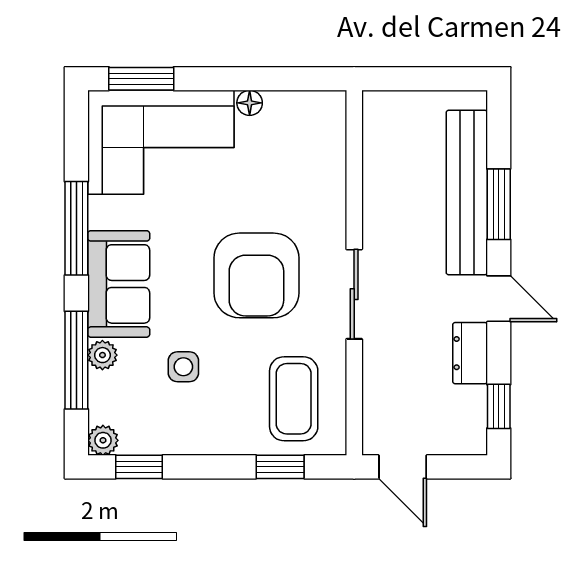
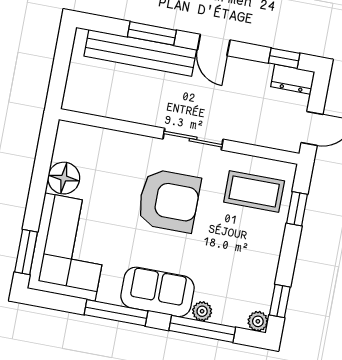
floor lamp: (250, 103) -> (64, 178), width x1.89, depth x1.89
door: (499, 299) -> (214, 45), swing flipped
dresser: (470, 353) -> (293, 79), moved
side table: (183, 367) -> (220, 260), removed

